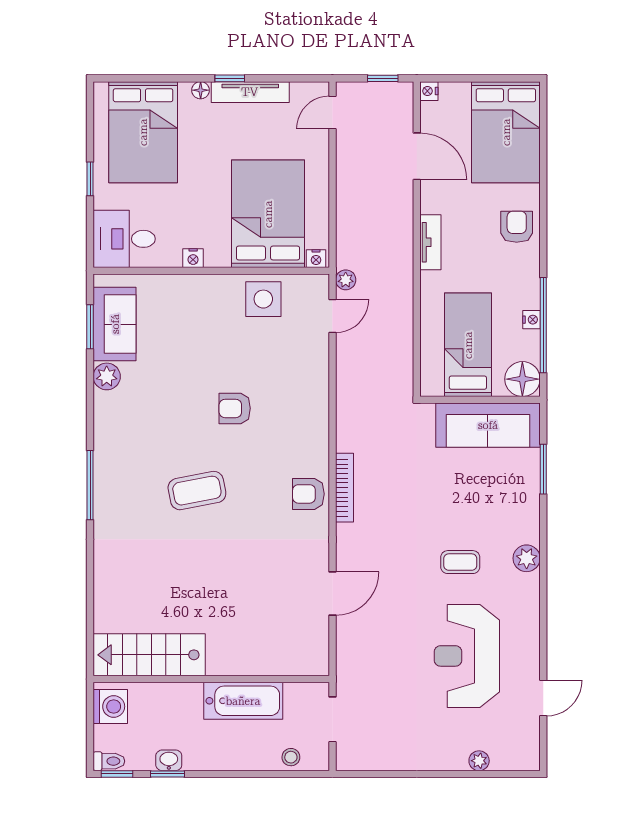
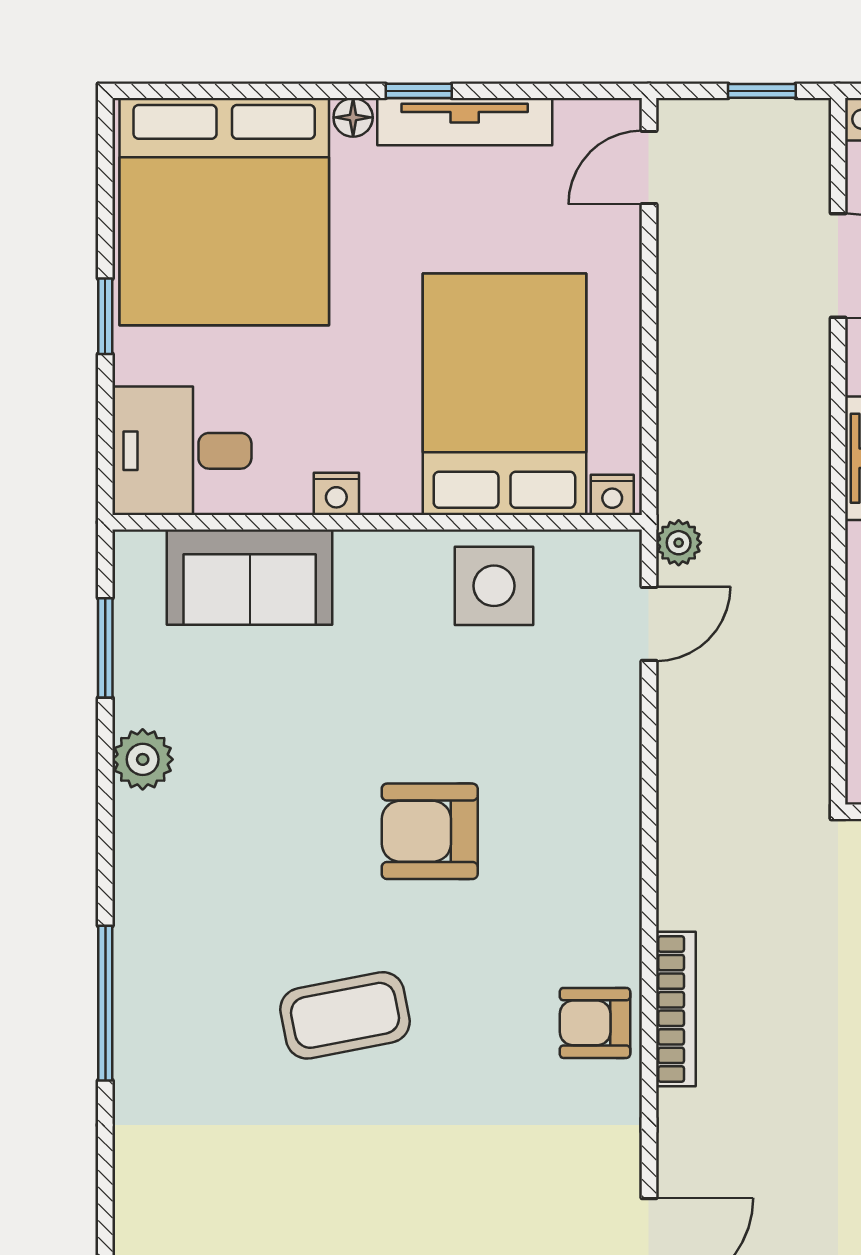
bed: (143, 132) -> (224, 212), width x1.36
sofa: (115, 324) -> (250, 577), moved, turned 90
armchair: (235, 408) -> (430, 831), width x1.38, depth x1.38

